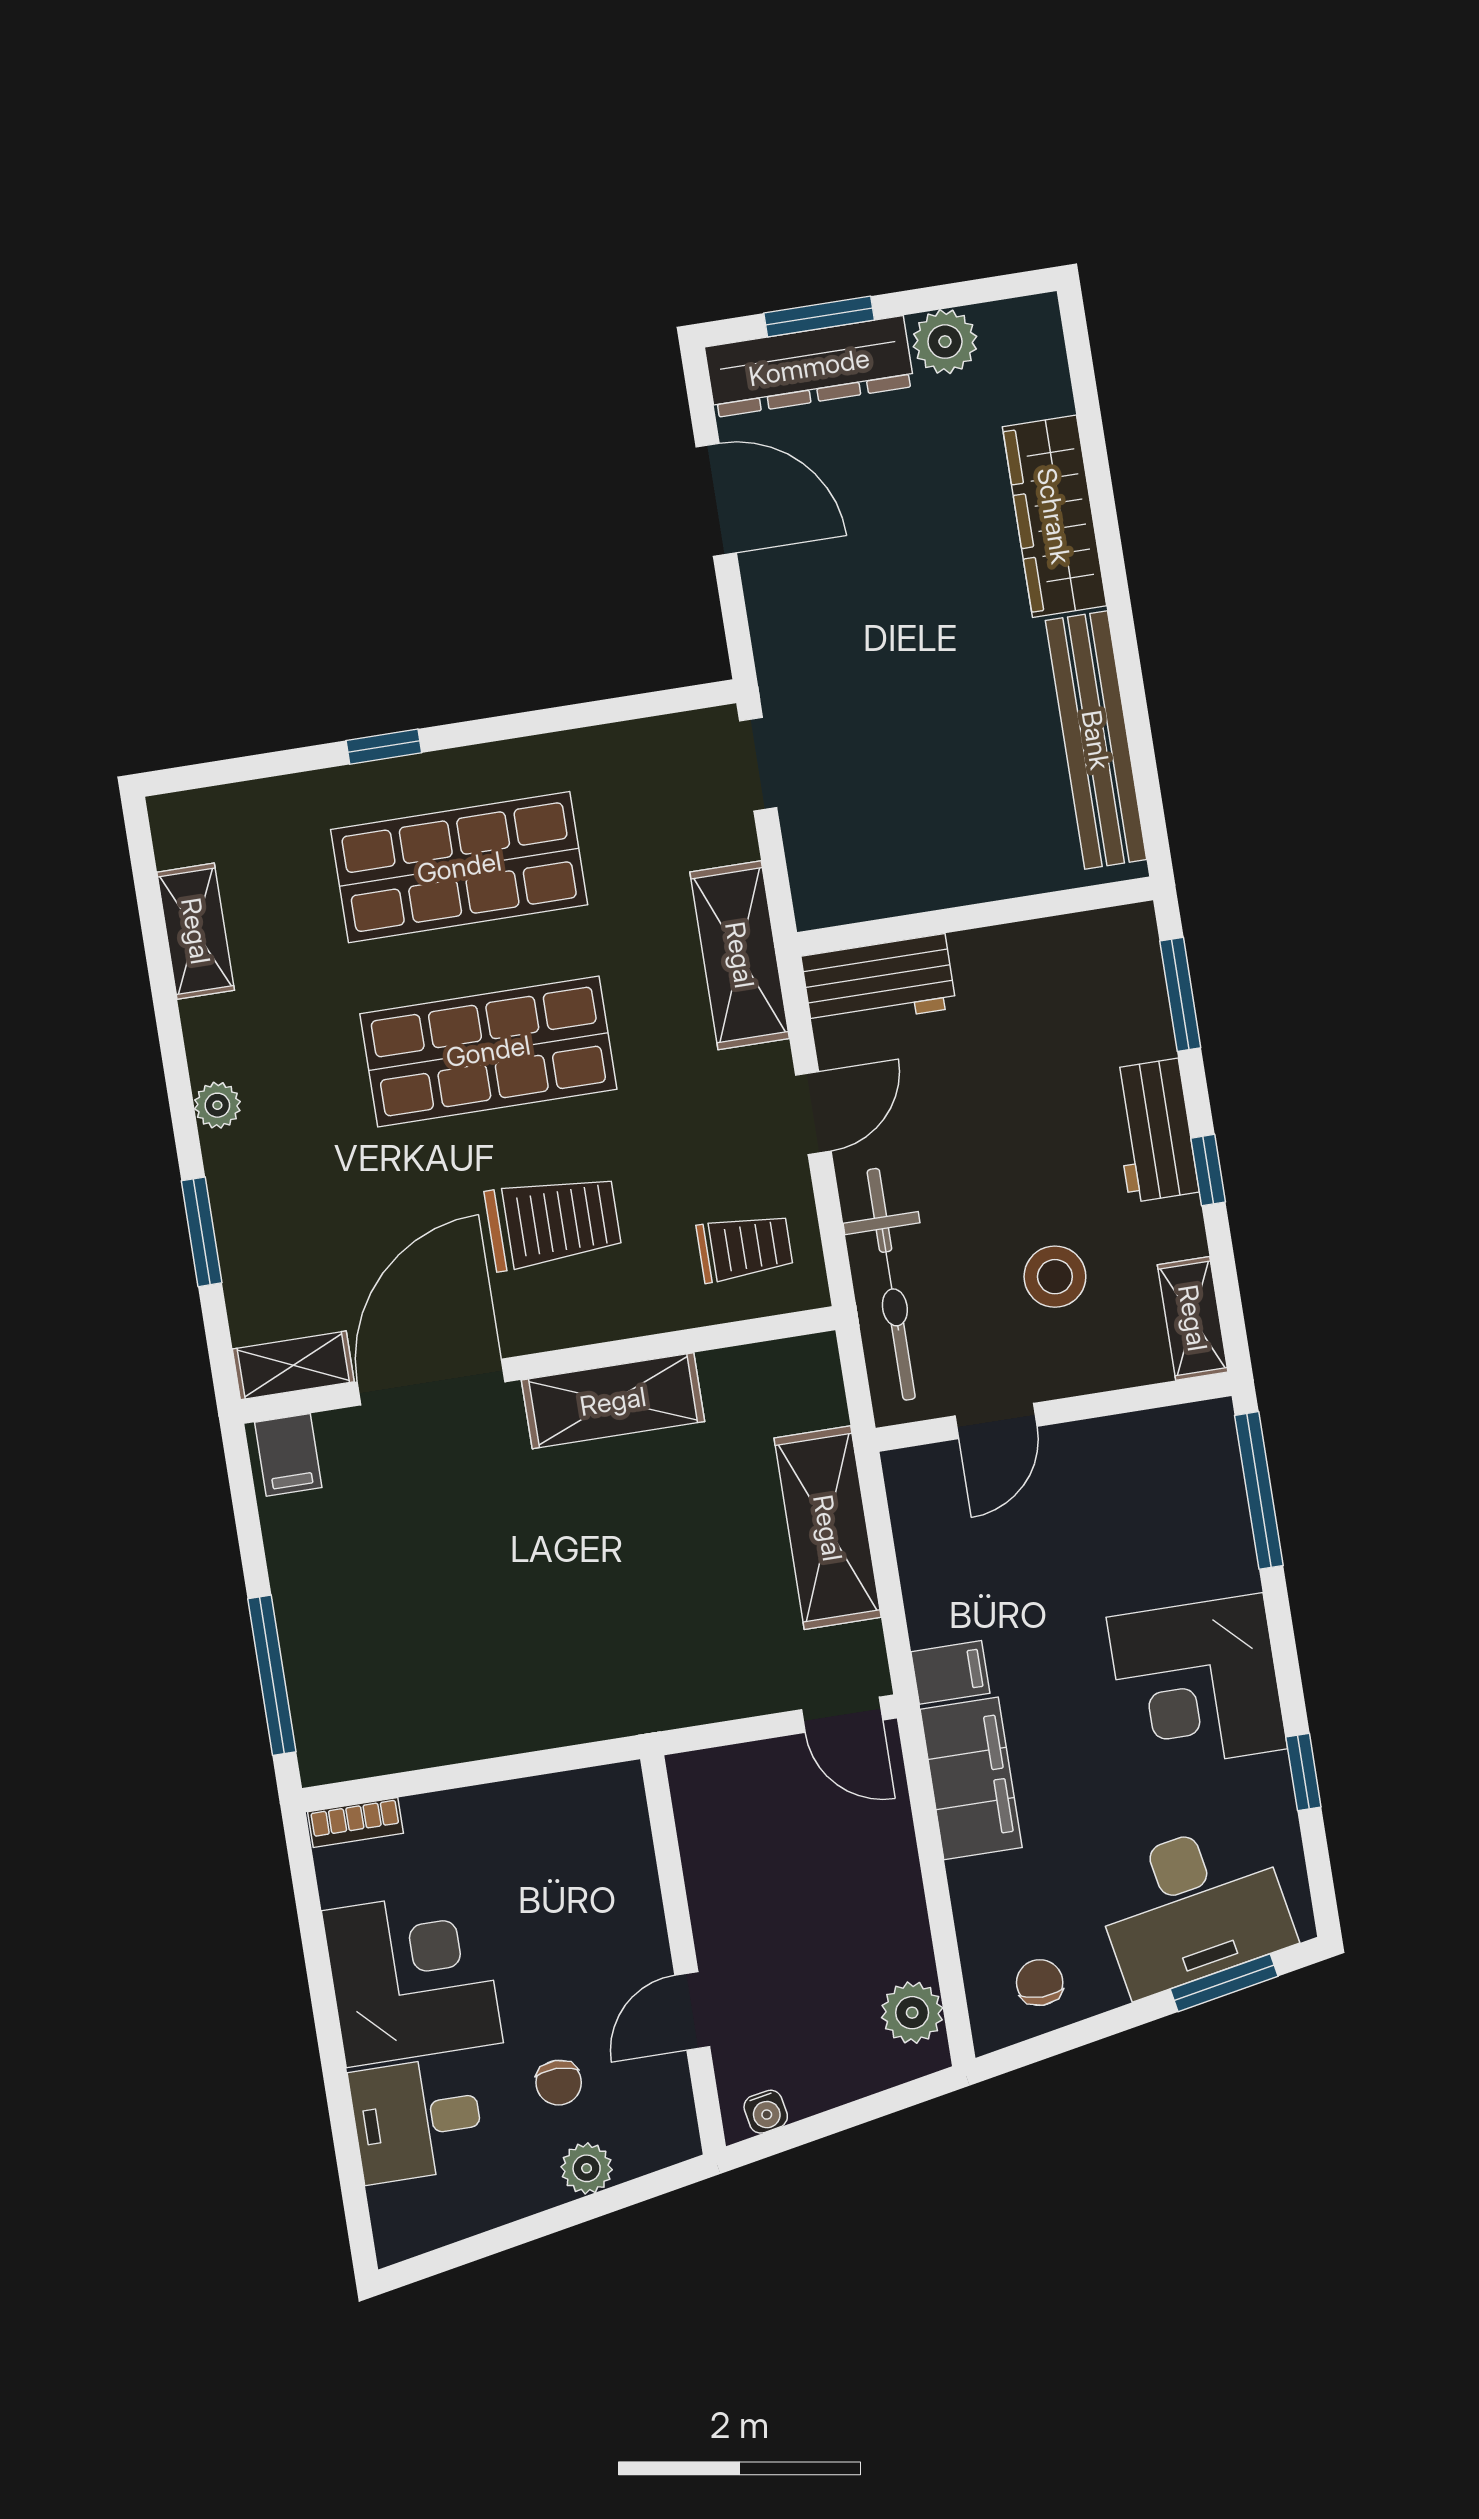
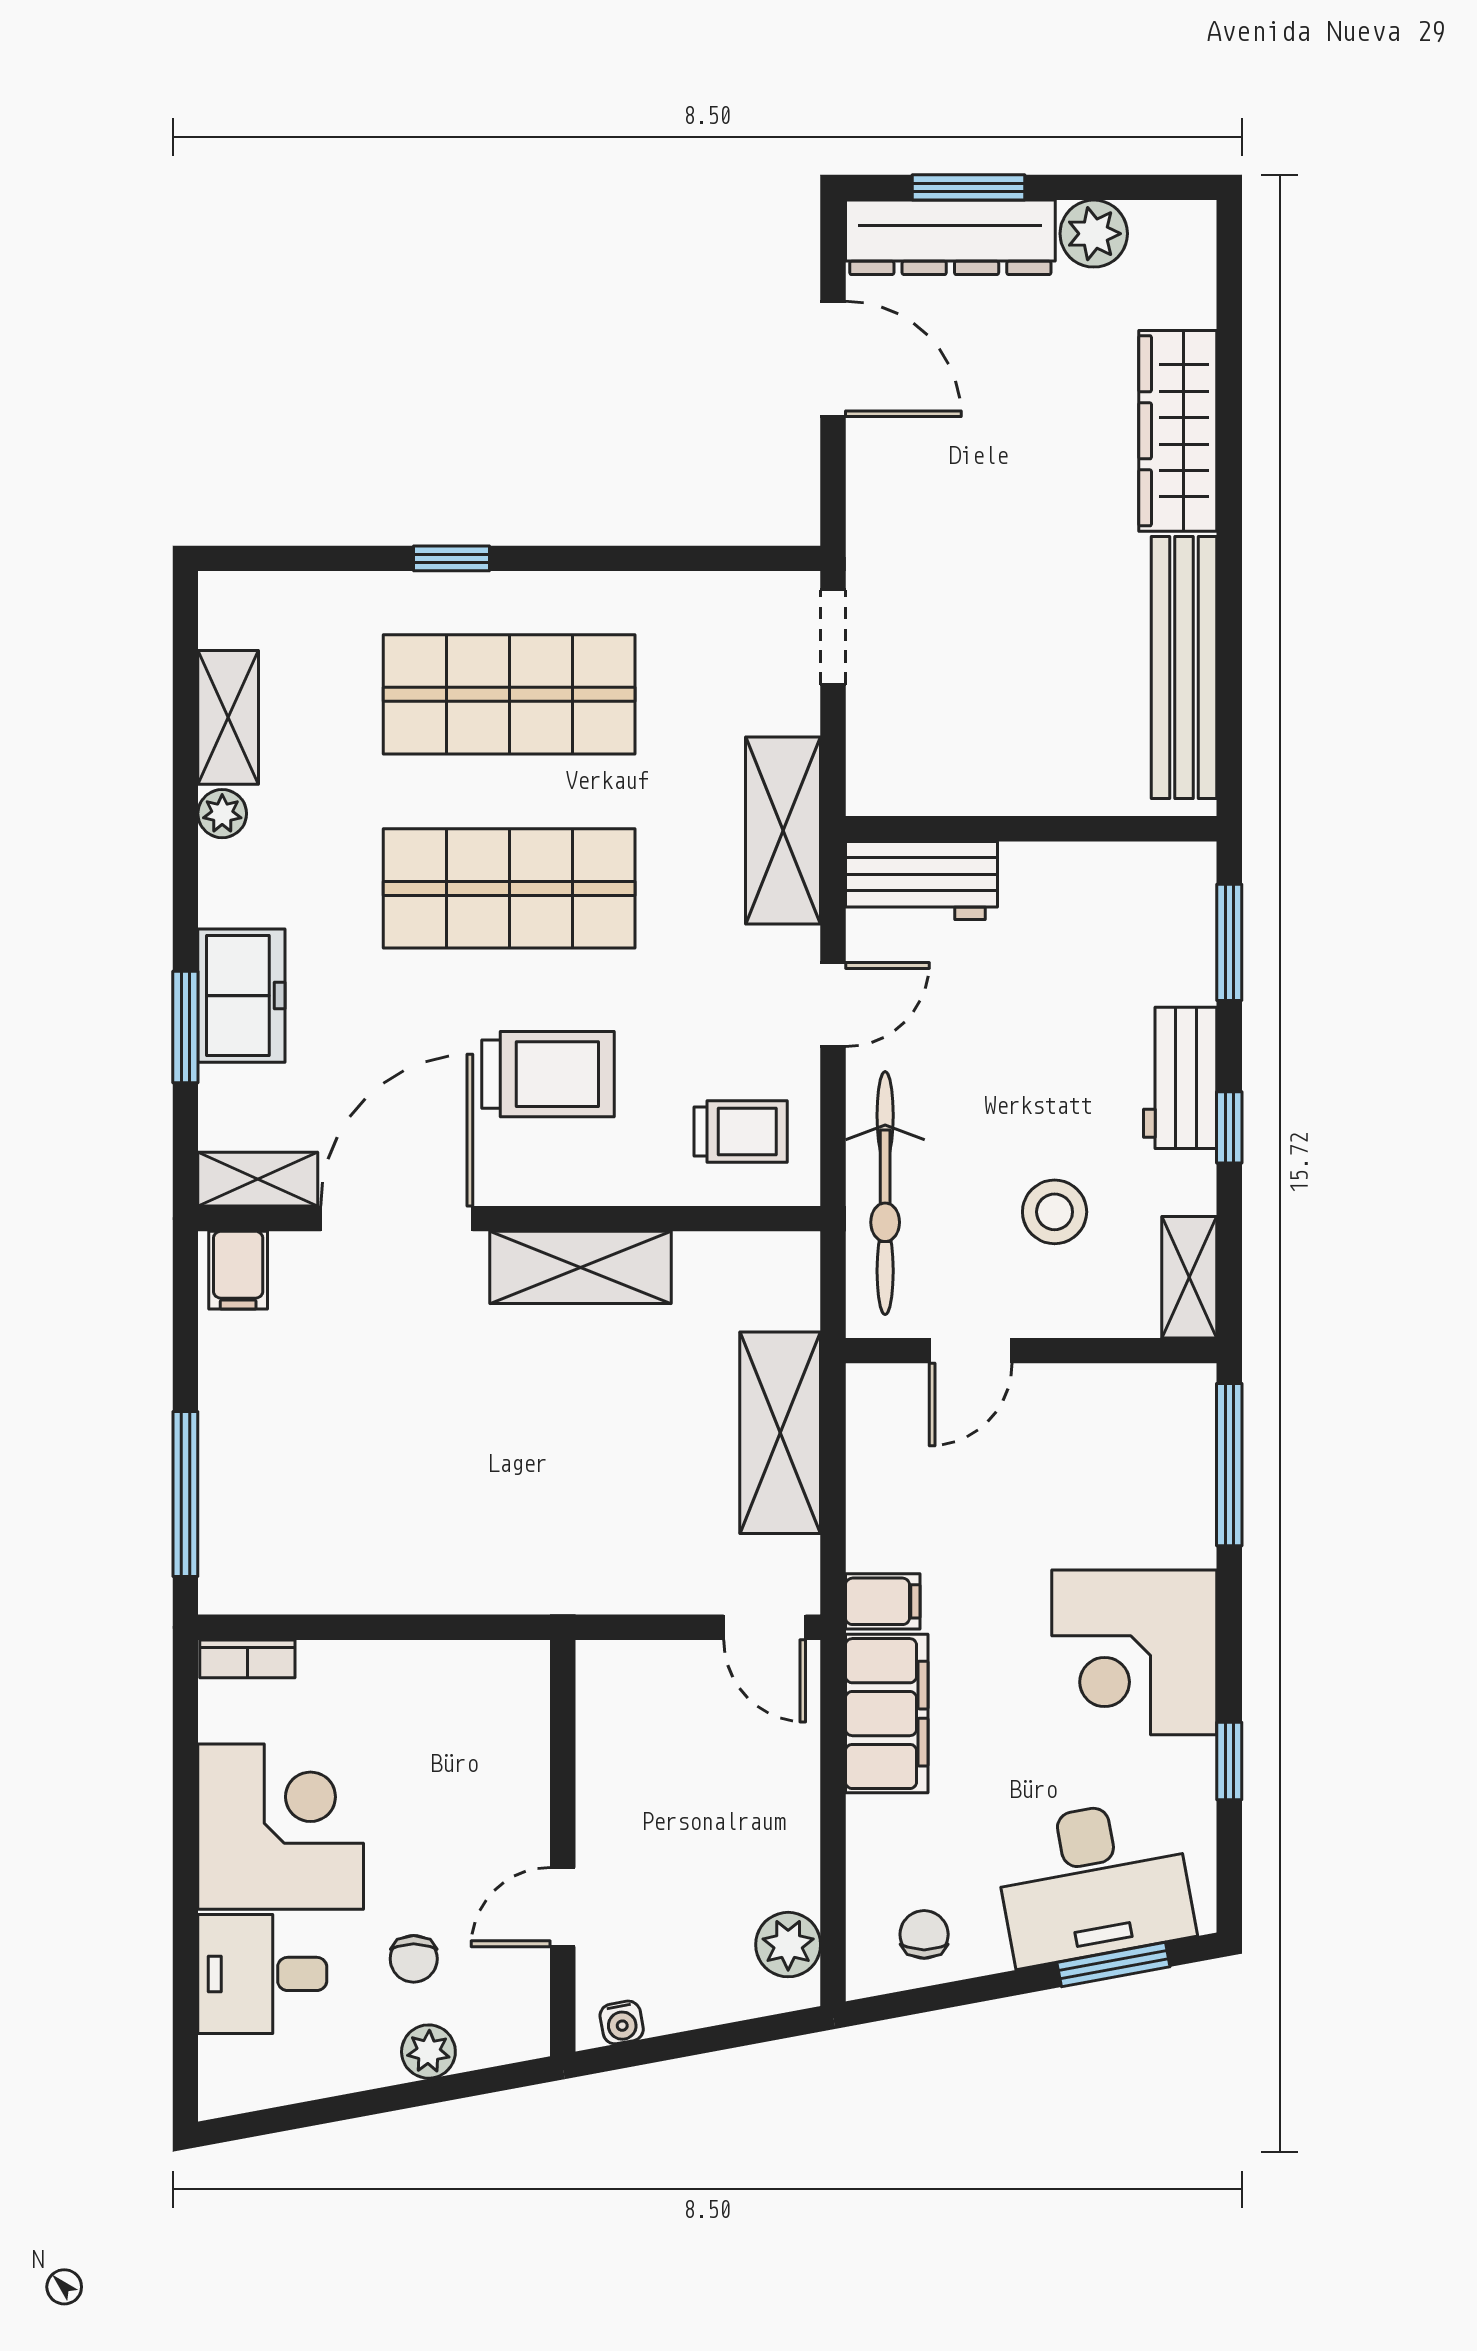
plant: (217, 1105) -> (222, 814), moved
freezer: (250, 1193) -> (241, 996), added

